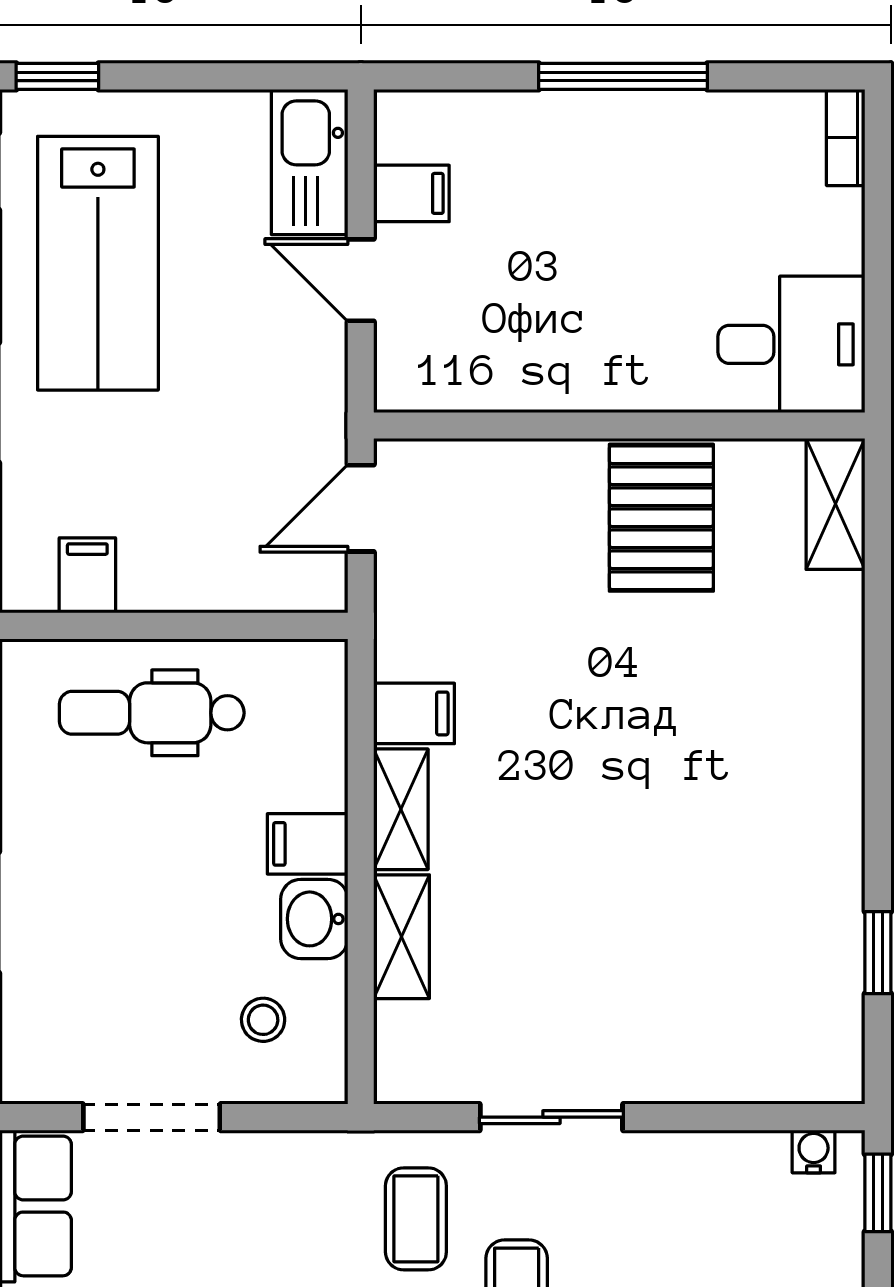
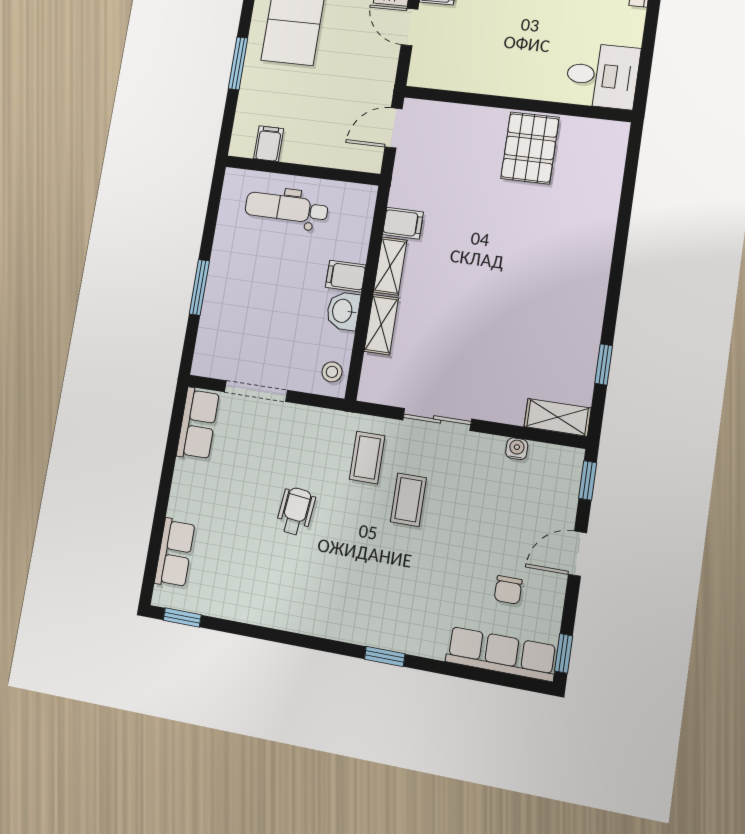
shelving: (836, 504) -> (558, 417), moved, turned 90
stool: (263, 1020) -> (332, 372), moved
water cooler: (814, 1151) -> (517, 449), moved

